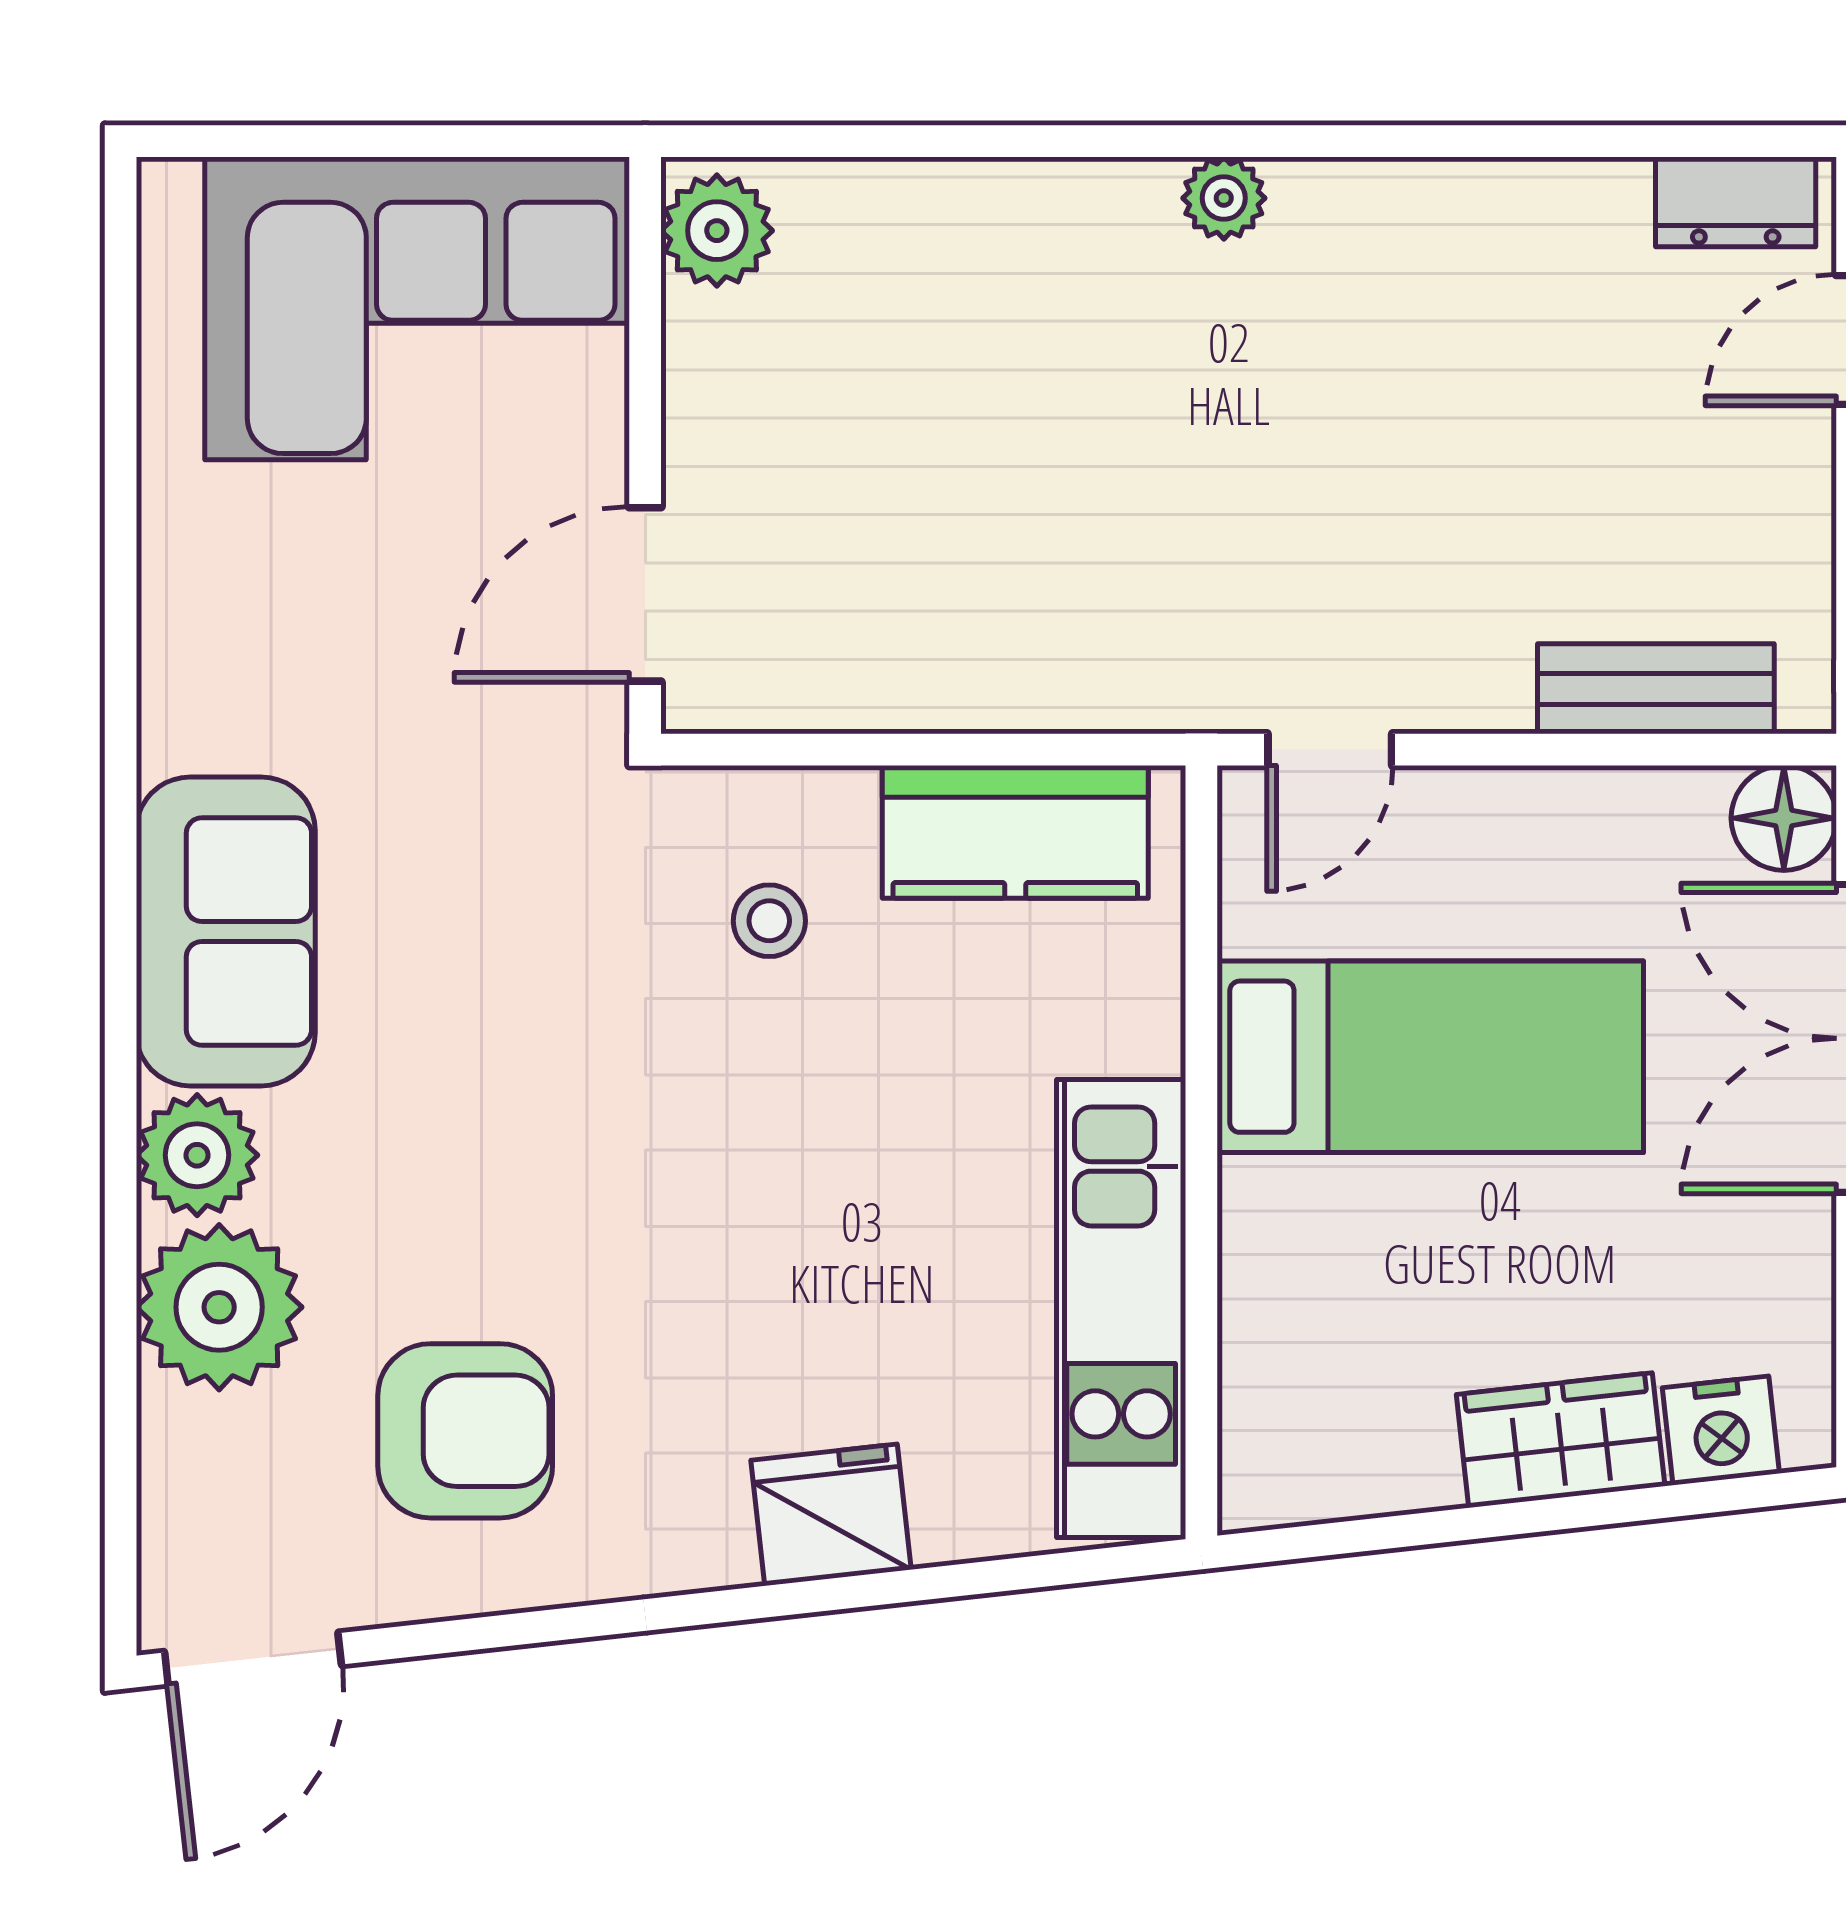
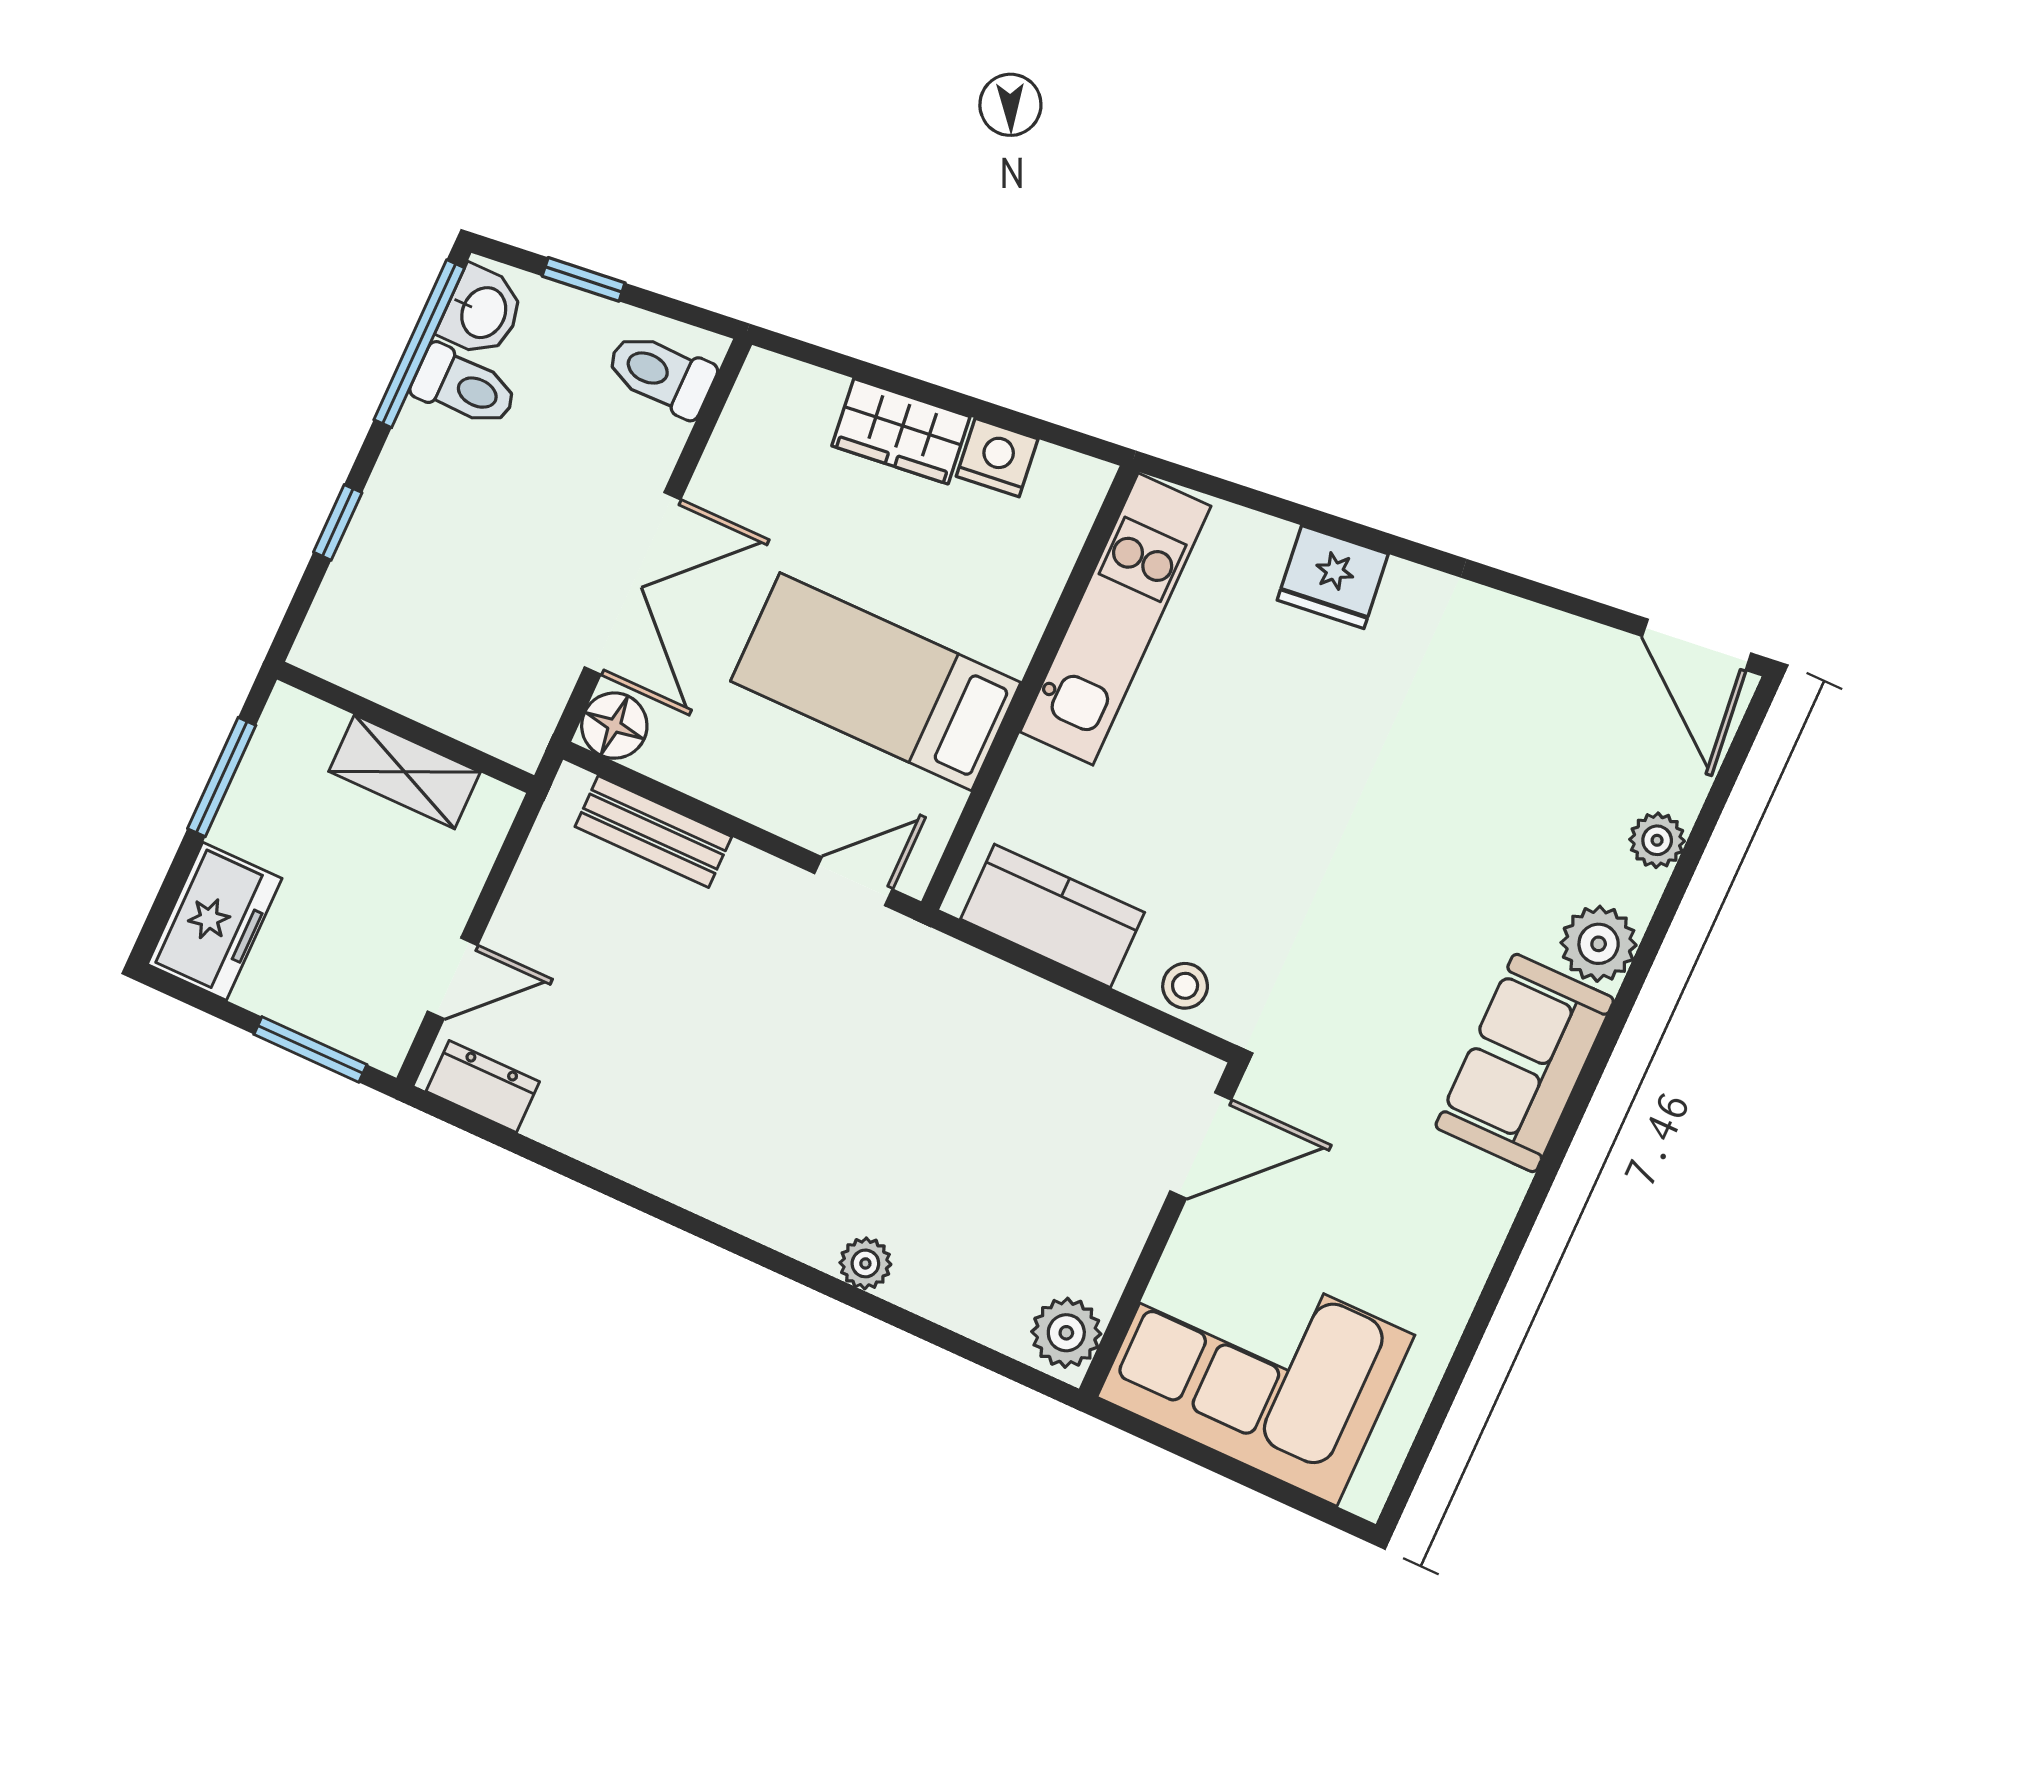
plant: (1224, 198) -> (865, 1263), moved
stool: (769, 921) -> (1185, 986), moved
plant: (219, 1307) -> (1657, 840), width x0.53, depth x0.53
armchair: (465, 1431) -> (1518, 719), removed
nightstand: (1721, 1431) -> (997, 458), moved
door: (253, 1659) -> (1697, 645), swing flipped

